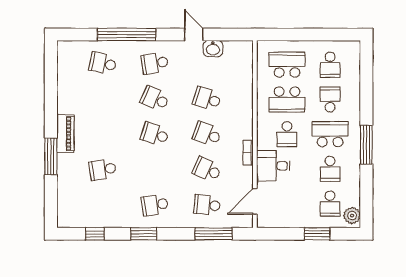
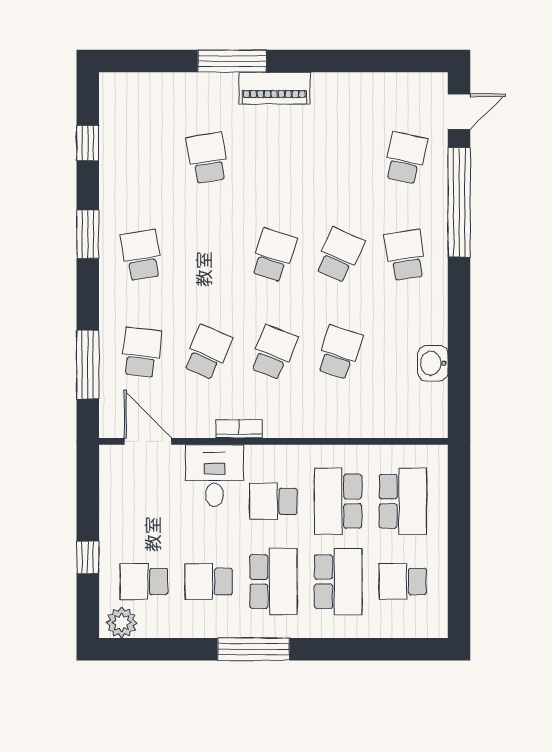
door: (194, 35) -> (459, 112), moved
school desk: (330, 99) -> (338, 582), width x1.85
window: (317, 234) -> (88, 557), width x0.67

